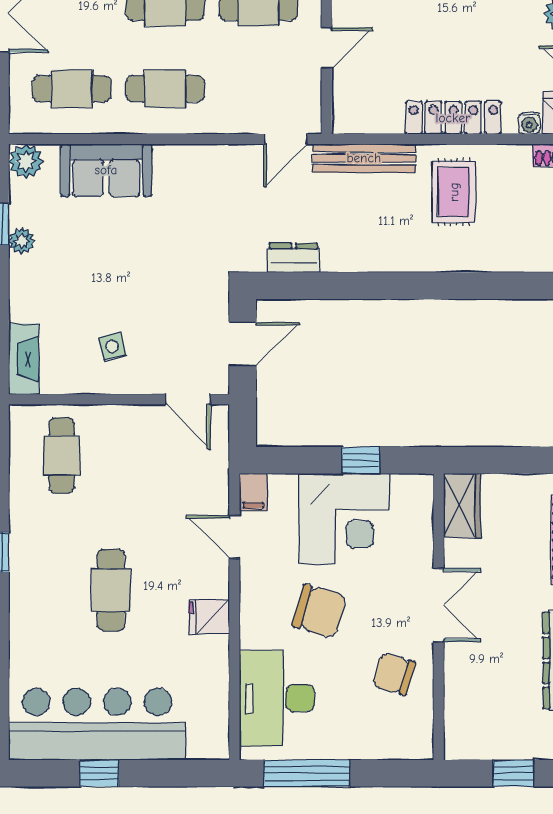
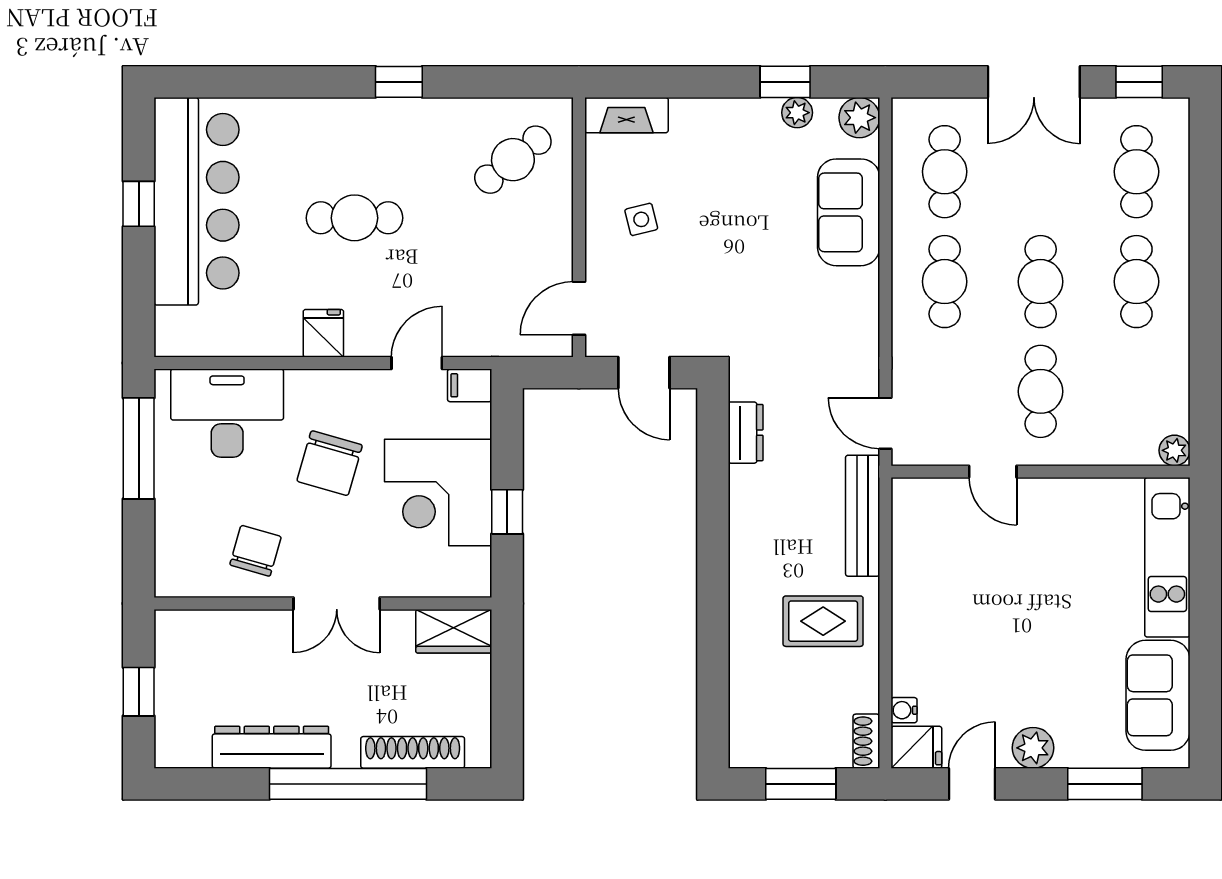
locker: (453, 118) -> (911, 621), removed
plant: (22, 241) -> (797, 113), moved
cafe table: (62, 455) -> (513, 160), turned -39

